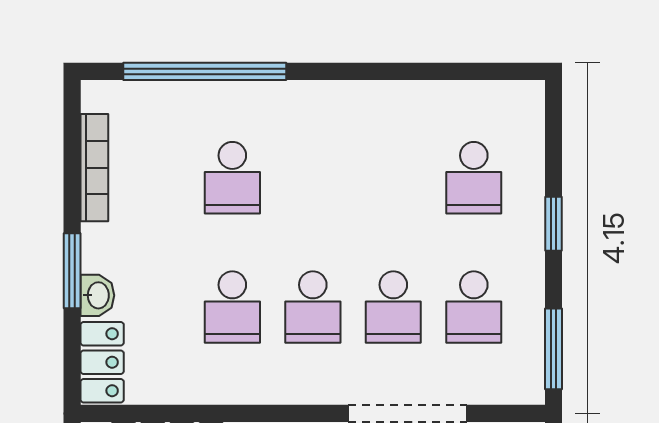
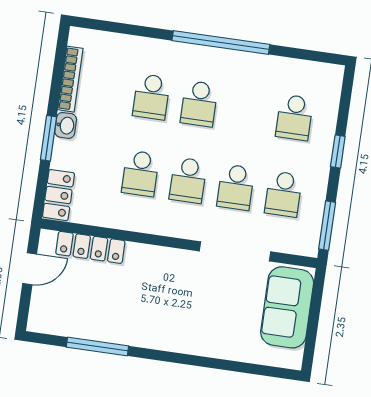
window: (205, 71) -> (221, 42), moved
school desk: (313, 178) -> (199, 104), added
washbasin: (97, 295) -> (66, 125), moved

